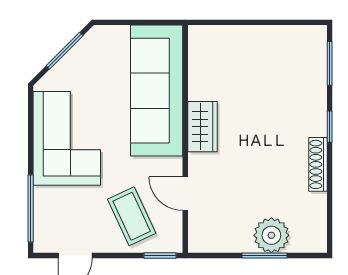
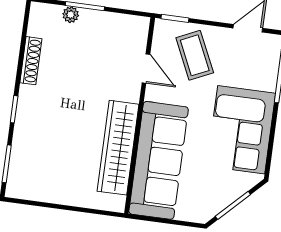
wardrobe: (202, 127) -> (118, 148), width x2.10, depth x1.17
shoe rack: (318, 164) -> (31, 61), moved
plant: (271, 235) -> (71, 15), width x0.53, depth x0.53

